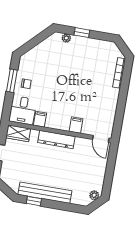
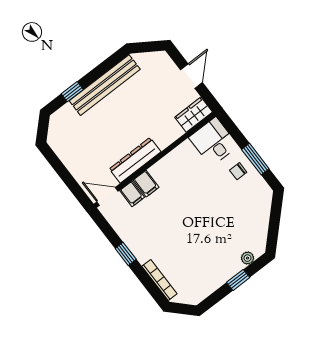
window: (122, 102) -> (126, 254), added
filing cabinet: (40, 119) -> (132, 194), moved
dresser: (56, 140) -> (135, 160), moved
plant: (94, 195) -> (54, 135), removed
window: (34, 201) -> (72, 92), moved

